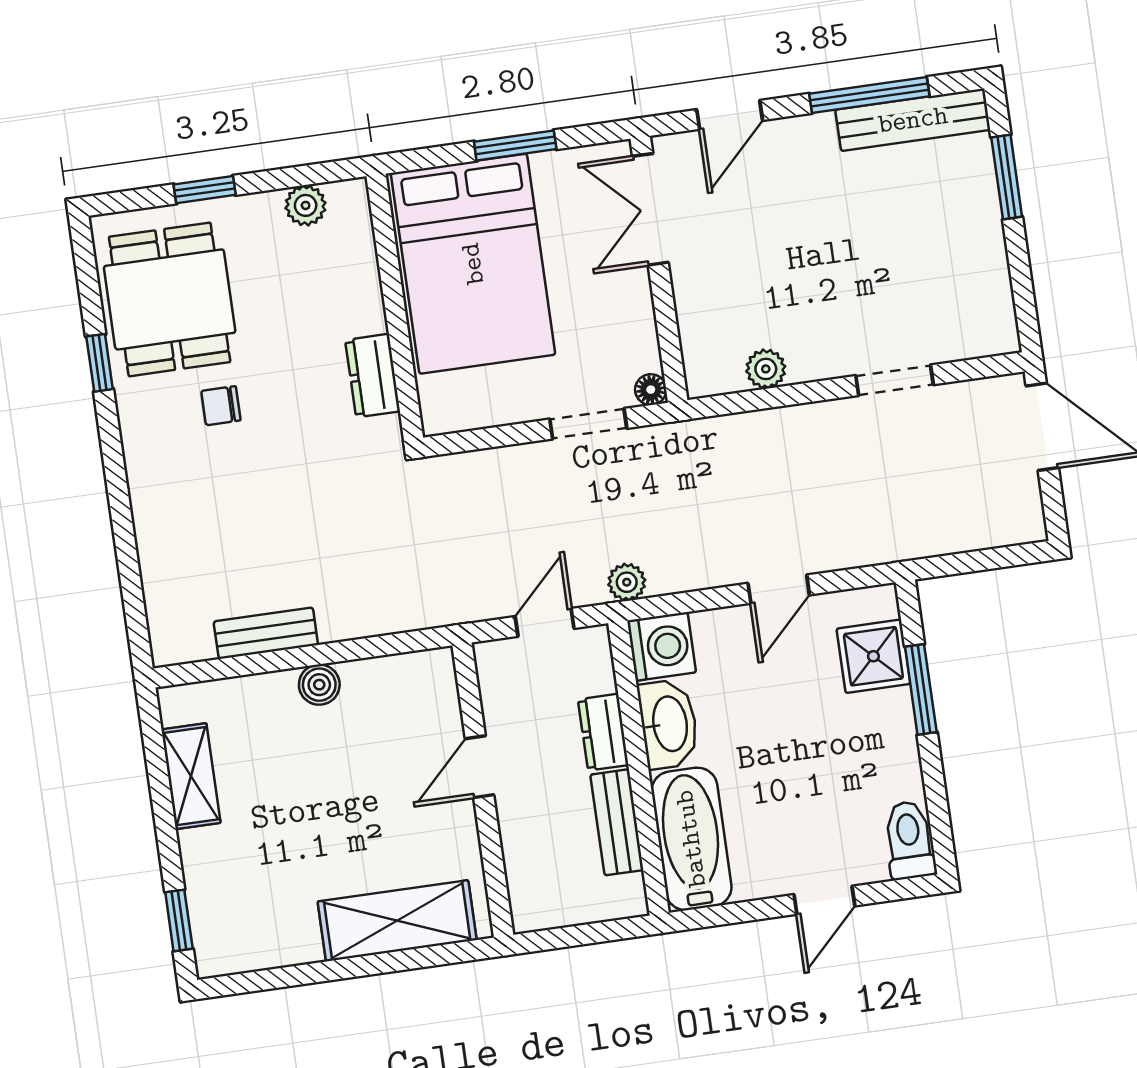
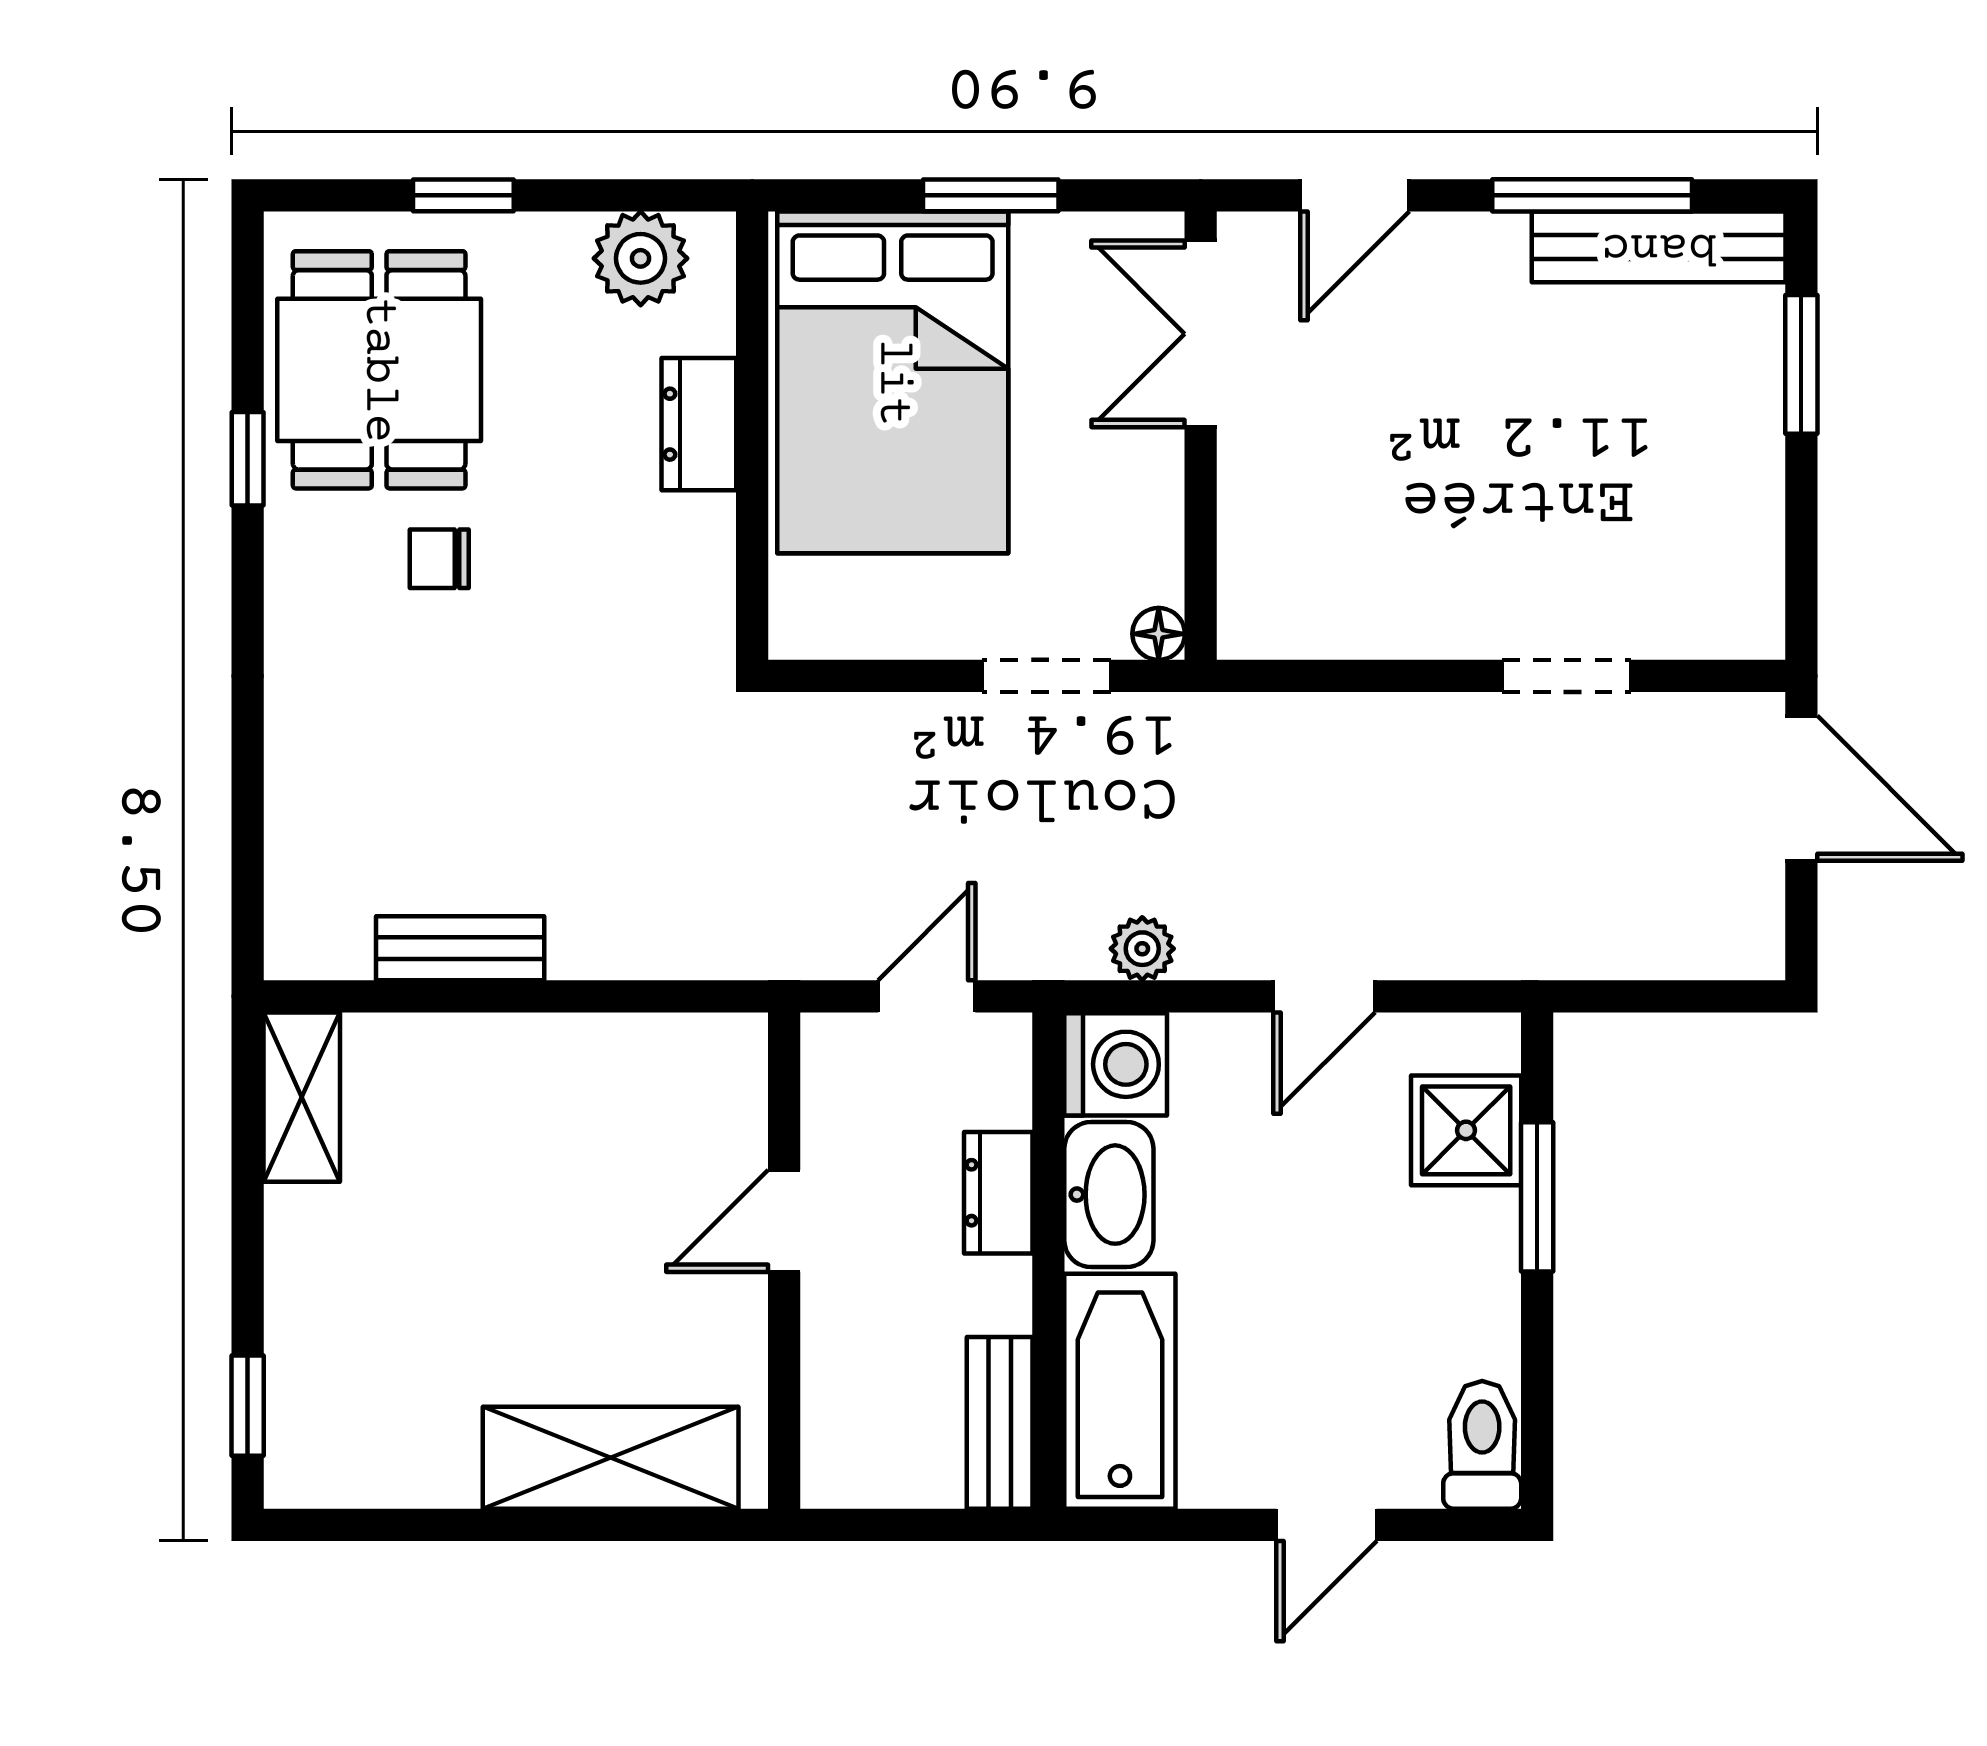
plant: (306, 205) -> (641, 258), width x1.38, depth x1.38
plant: (766, 369) -> (1355, 627), removed
dresser: (373, 376) -> (699, 424), moved
plant: (627, 582) -> (1142, 949), moved
boiler: (319, 685) -> (537, 1046), removed
shelving: (191, 776) -> (302, 1097), moved
bench: (617, 822) -> (1000, 1423), moved

